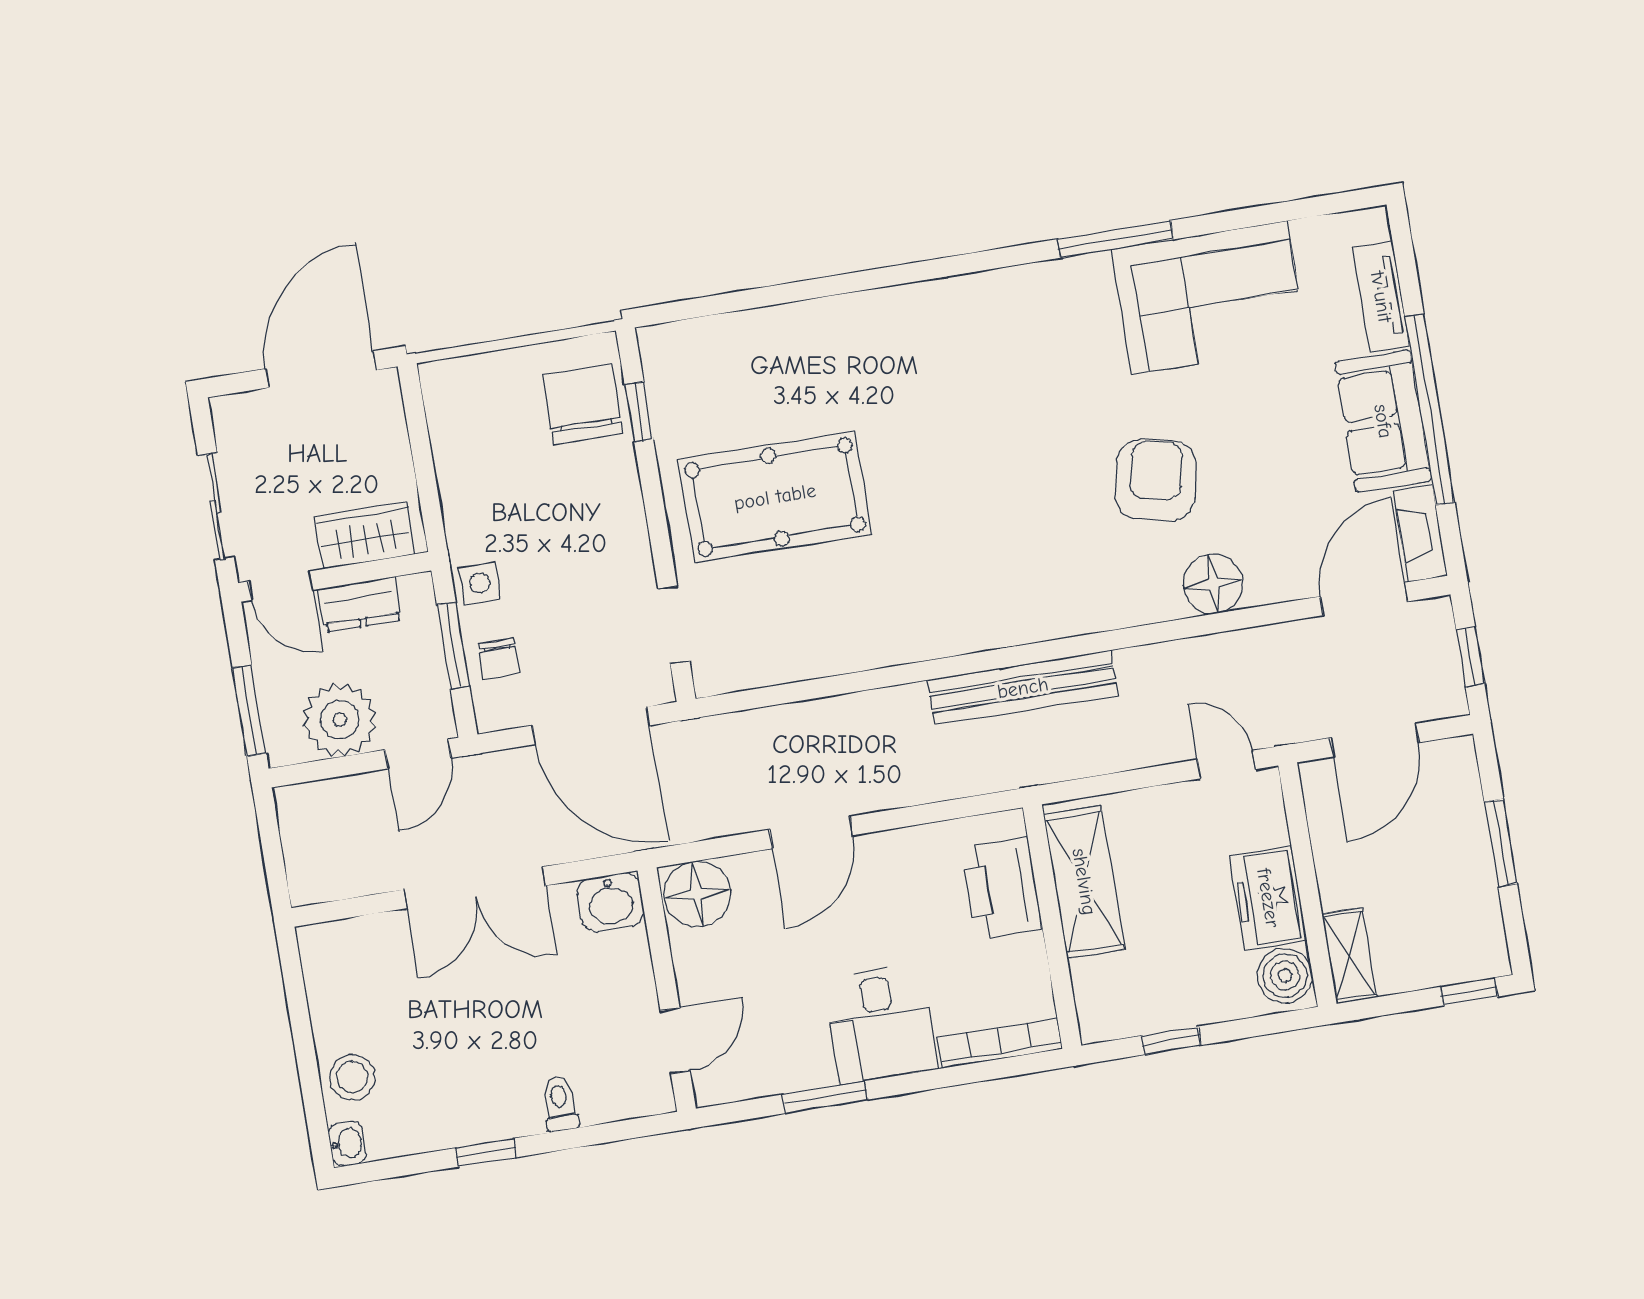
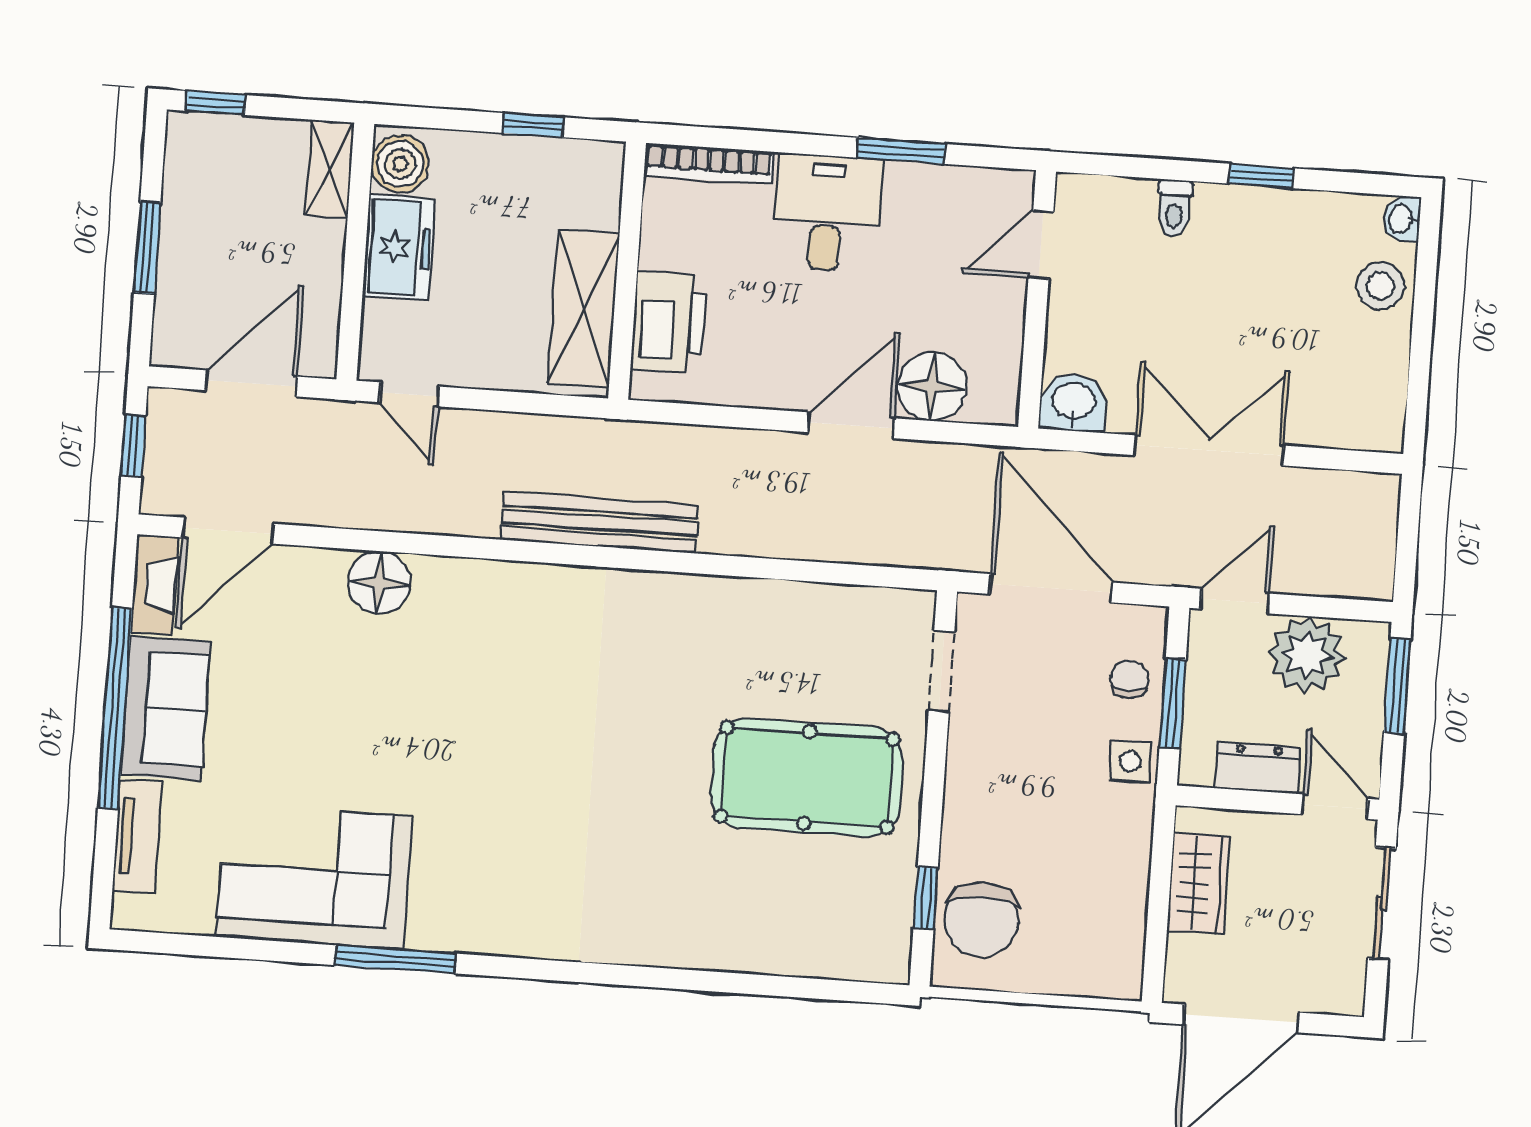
armchair: (1156, 480) -> (413, 703), removed
wardrobe: (365, 535) -> (1198, 883), moved, turned -90
floor lamp: (697, 894) -> (932, 386), moved

